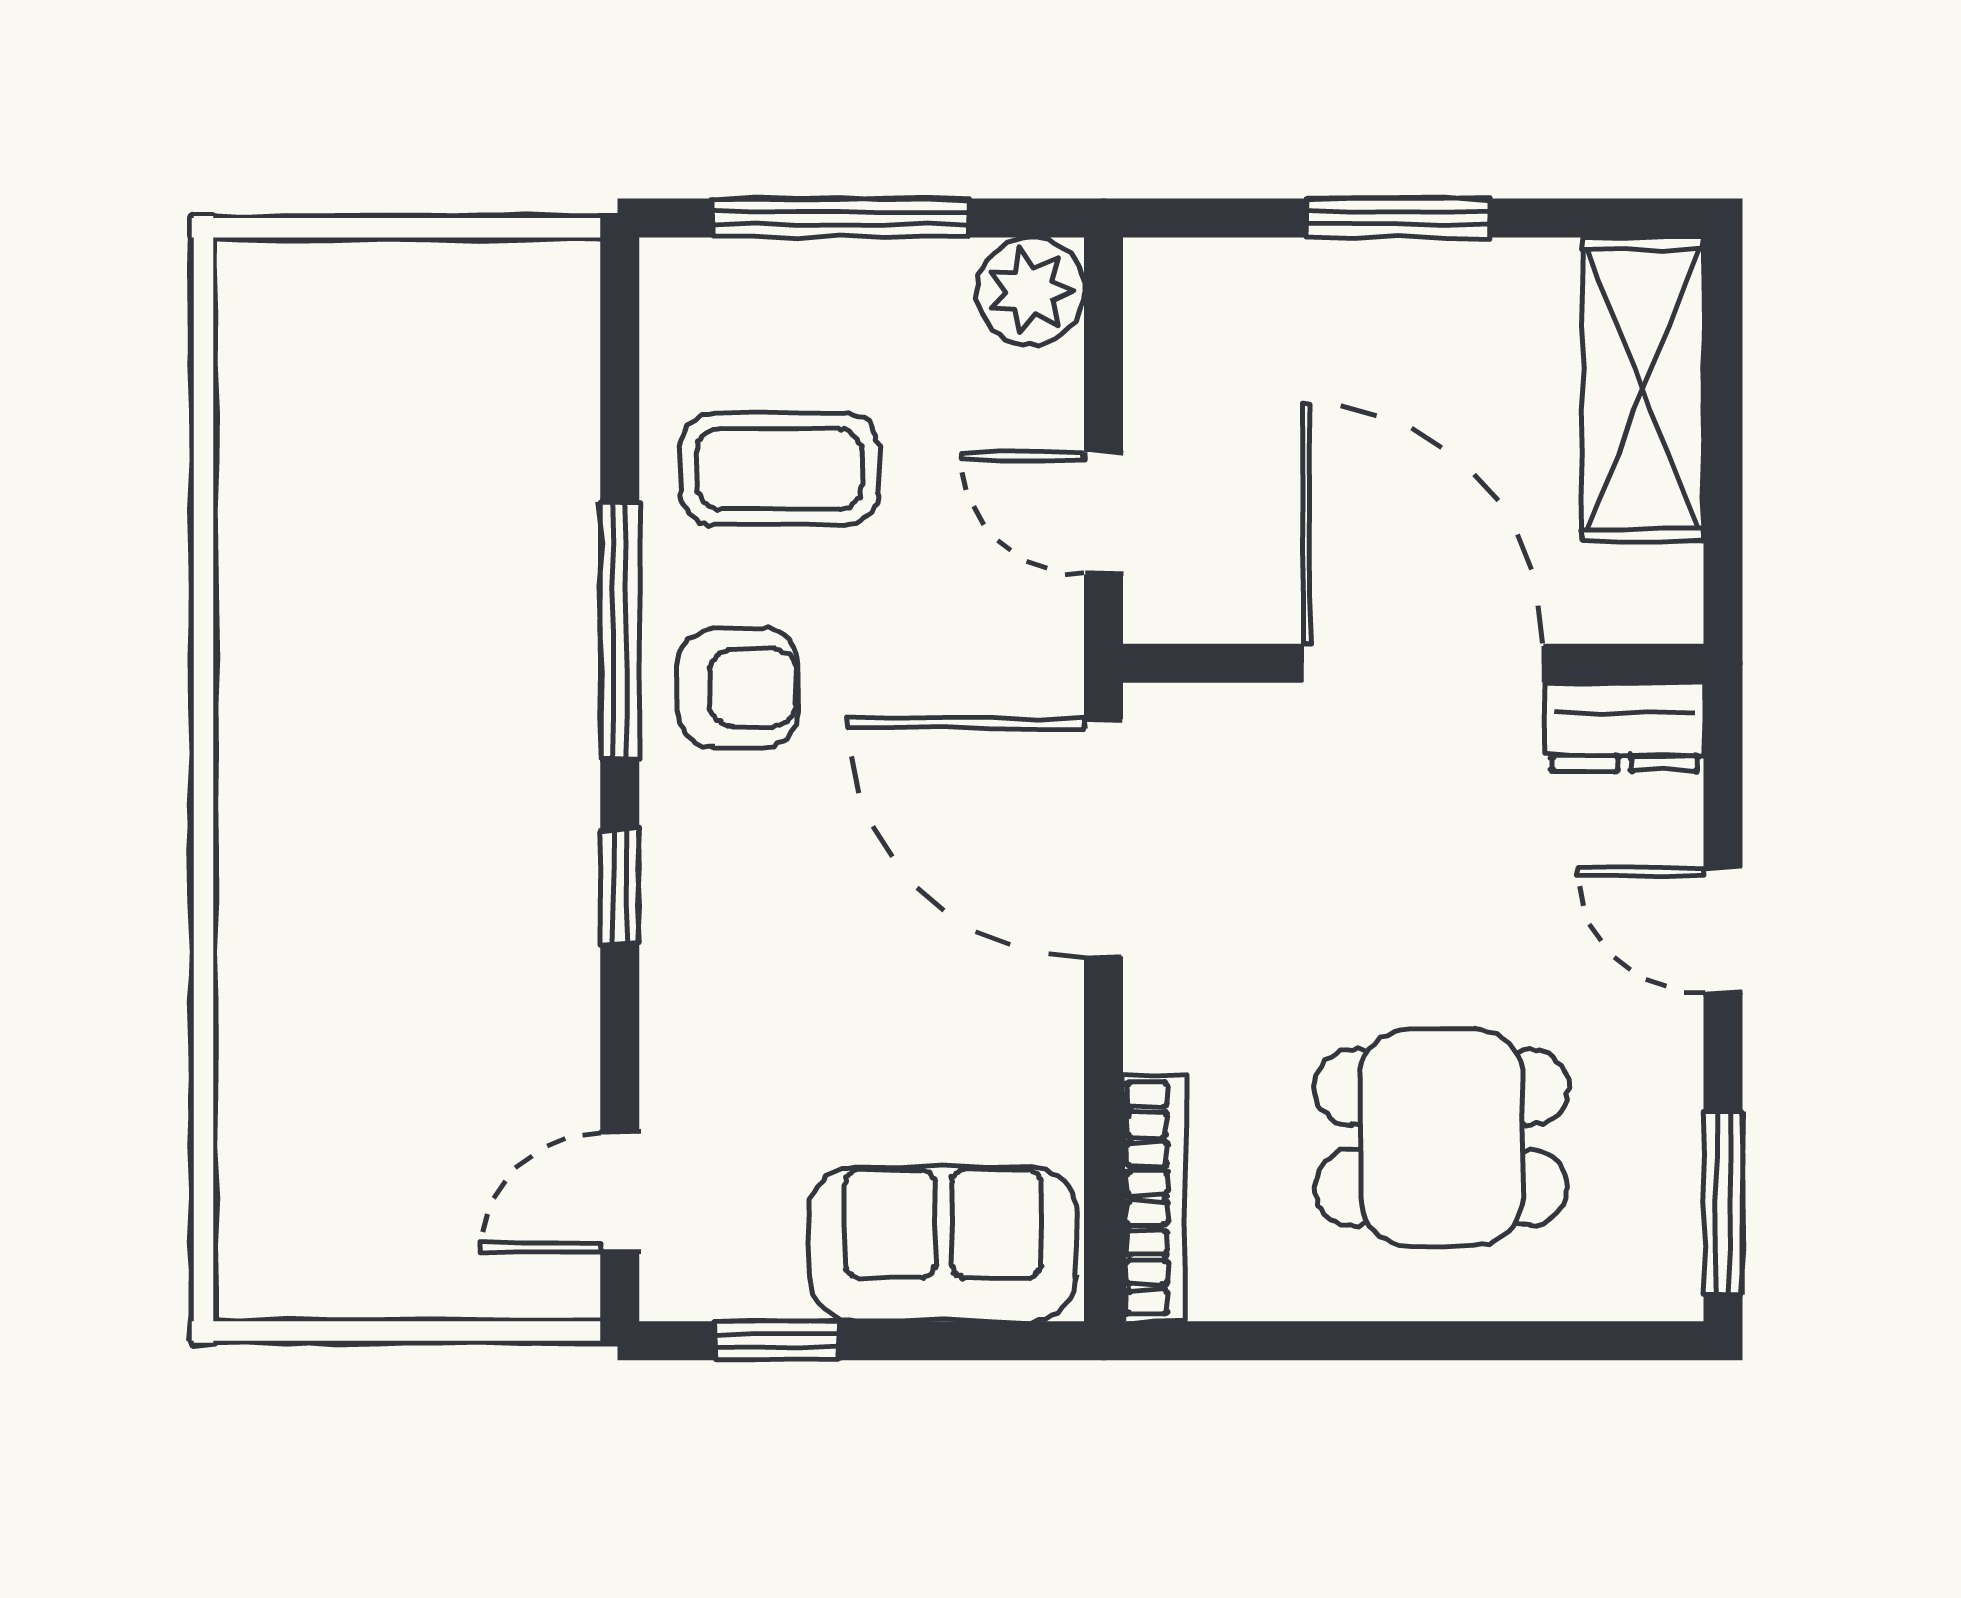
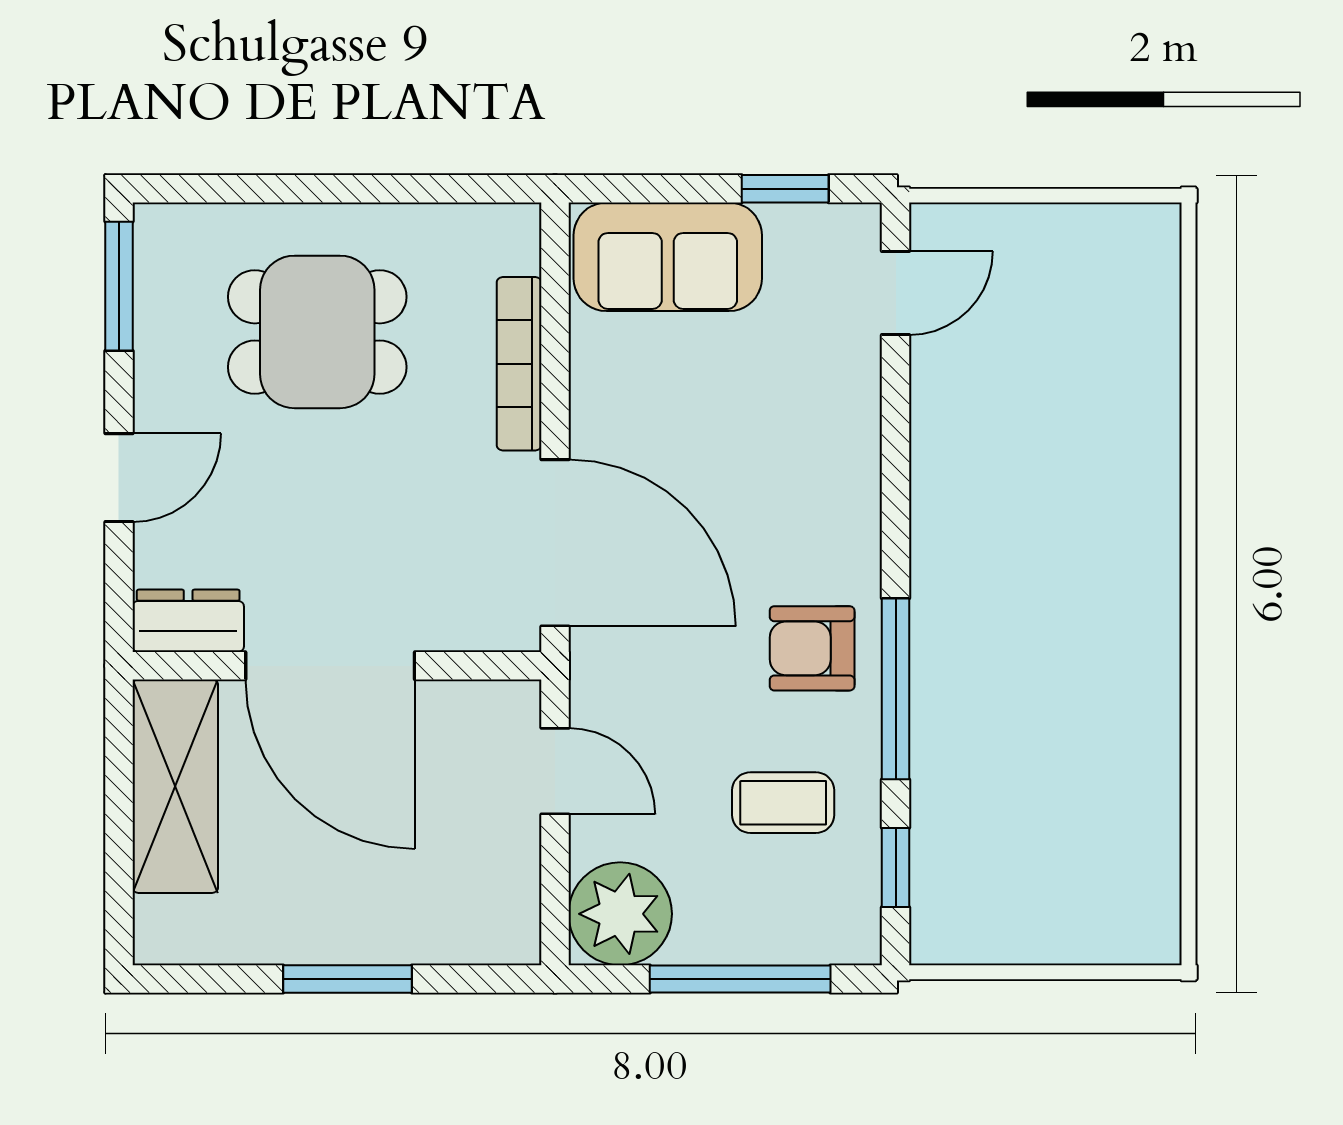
plant: (1030, 291) -> (620, 914), width x1.36, depth x1.36
shelving: (1643, 389) -> (175, 786), moved
coffee table: (779, 469) -> (783, 803), width x0.73, depth x0.77
window: (620, 887) -> (896, 867), moved
door: (1723, 930) -> (119, 478), hinge flipped
bookcase: (1154, 1198) -> (519, 364), moved

